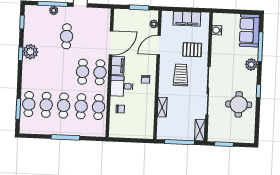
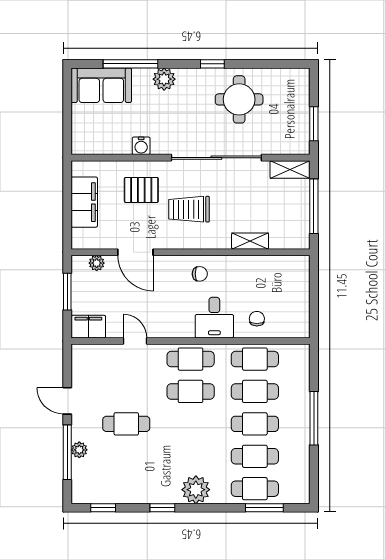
water cooler: (217, 30) -> (141, 146), moved
door: (111, 43) -> (135, 341), width x0.53
pallet: (192, 50) -> (141, 190), turned 90
plant: (30, 52) -> (196, 490), moved
filing cabinet: (118, 66) -> (88, 327), moved

